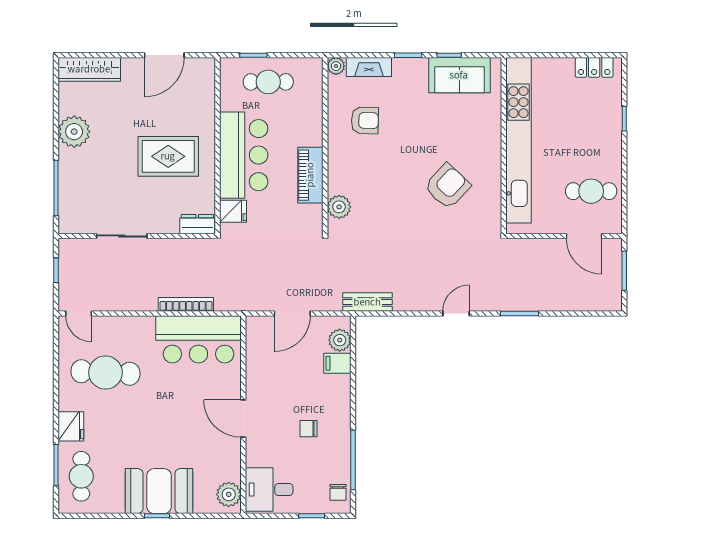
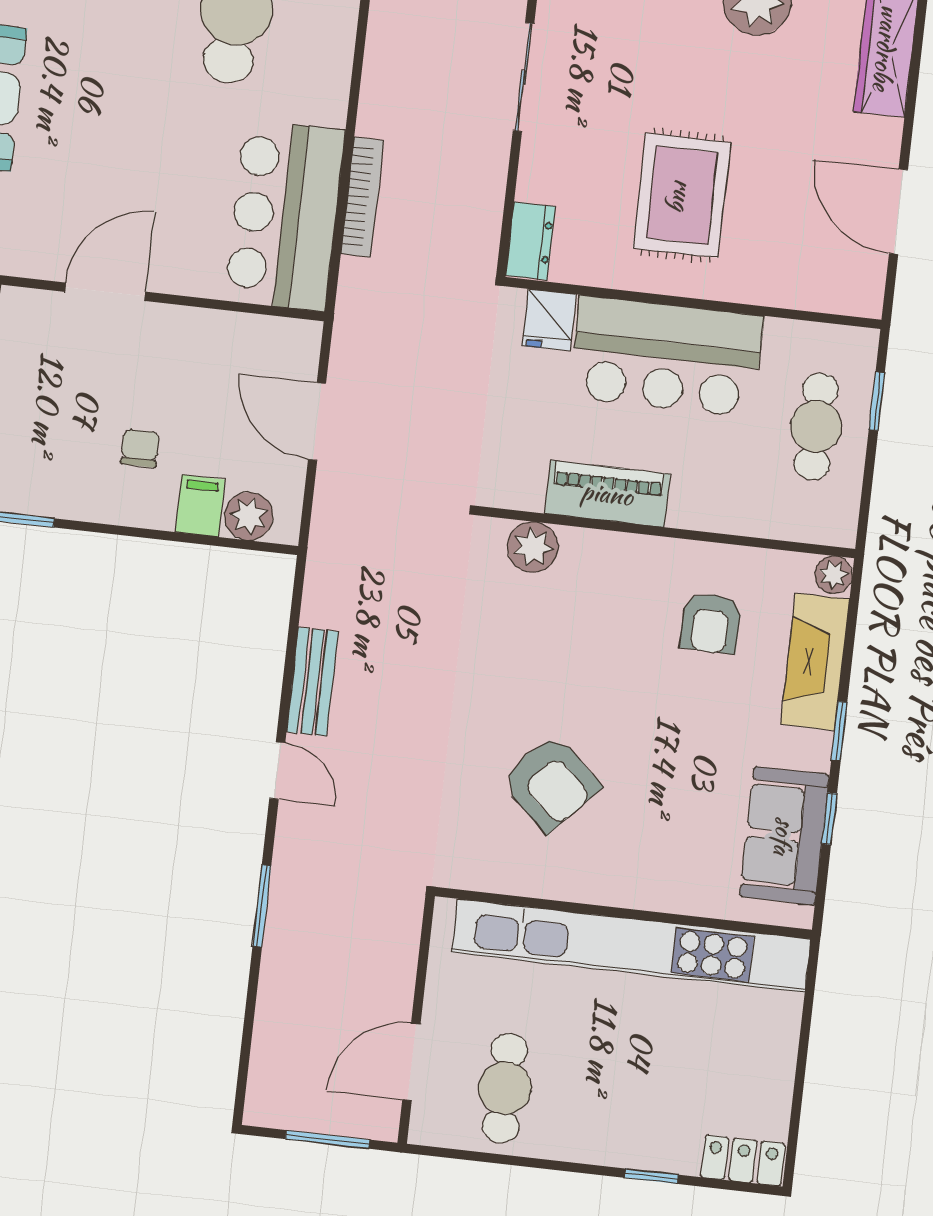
fireplace: (369, 67) -> (815, 662), width x1.37, depth x1.32
locker: (594, 67) -> (743, 1160), moved, turned 90
bench: (367, 302) -> (312, 682), moved
chair: (309, 429) -> (140, 448), moved

